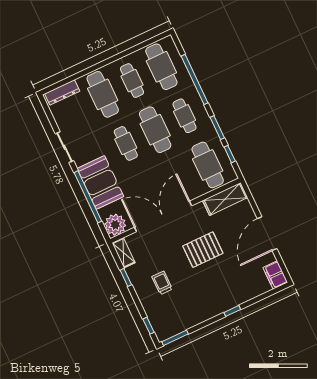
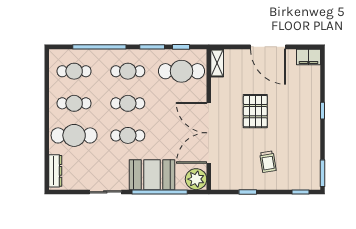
cafe table: (161, 67) -> (74, 71), width x0.73, depth x0.74
cafe table: (155, 130) -> (128, 103), width x0.73, depth x0.74
shelving: (225, 199) -> (217, 63), width x0.67, depth x0.75
shelving: (124, 253) -> (225, 184), removed
trolley: (162, 283) -> (268, 162), turned -99

